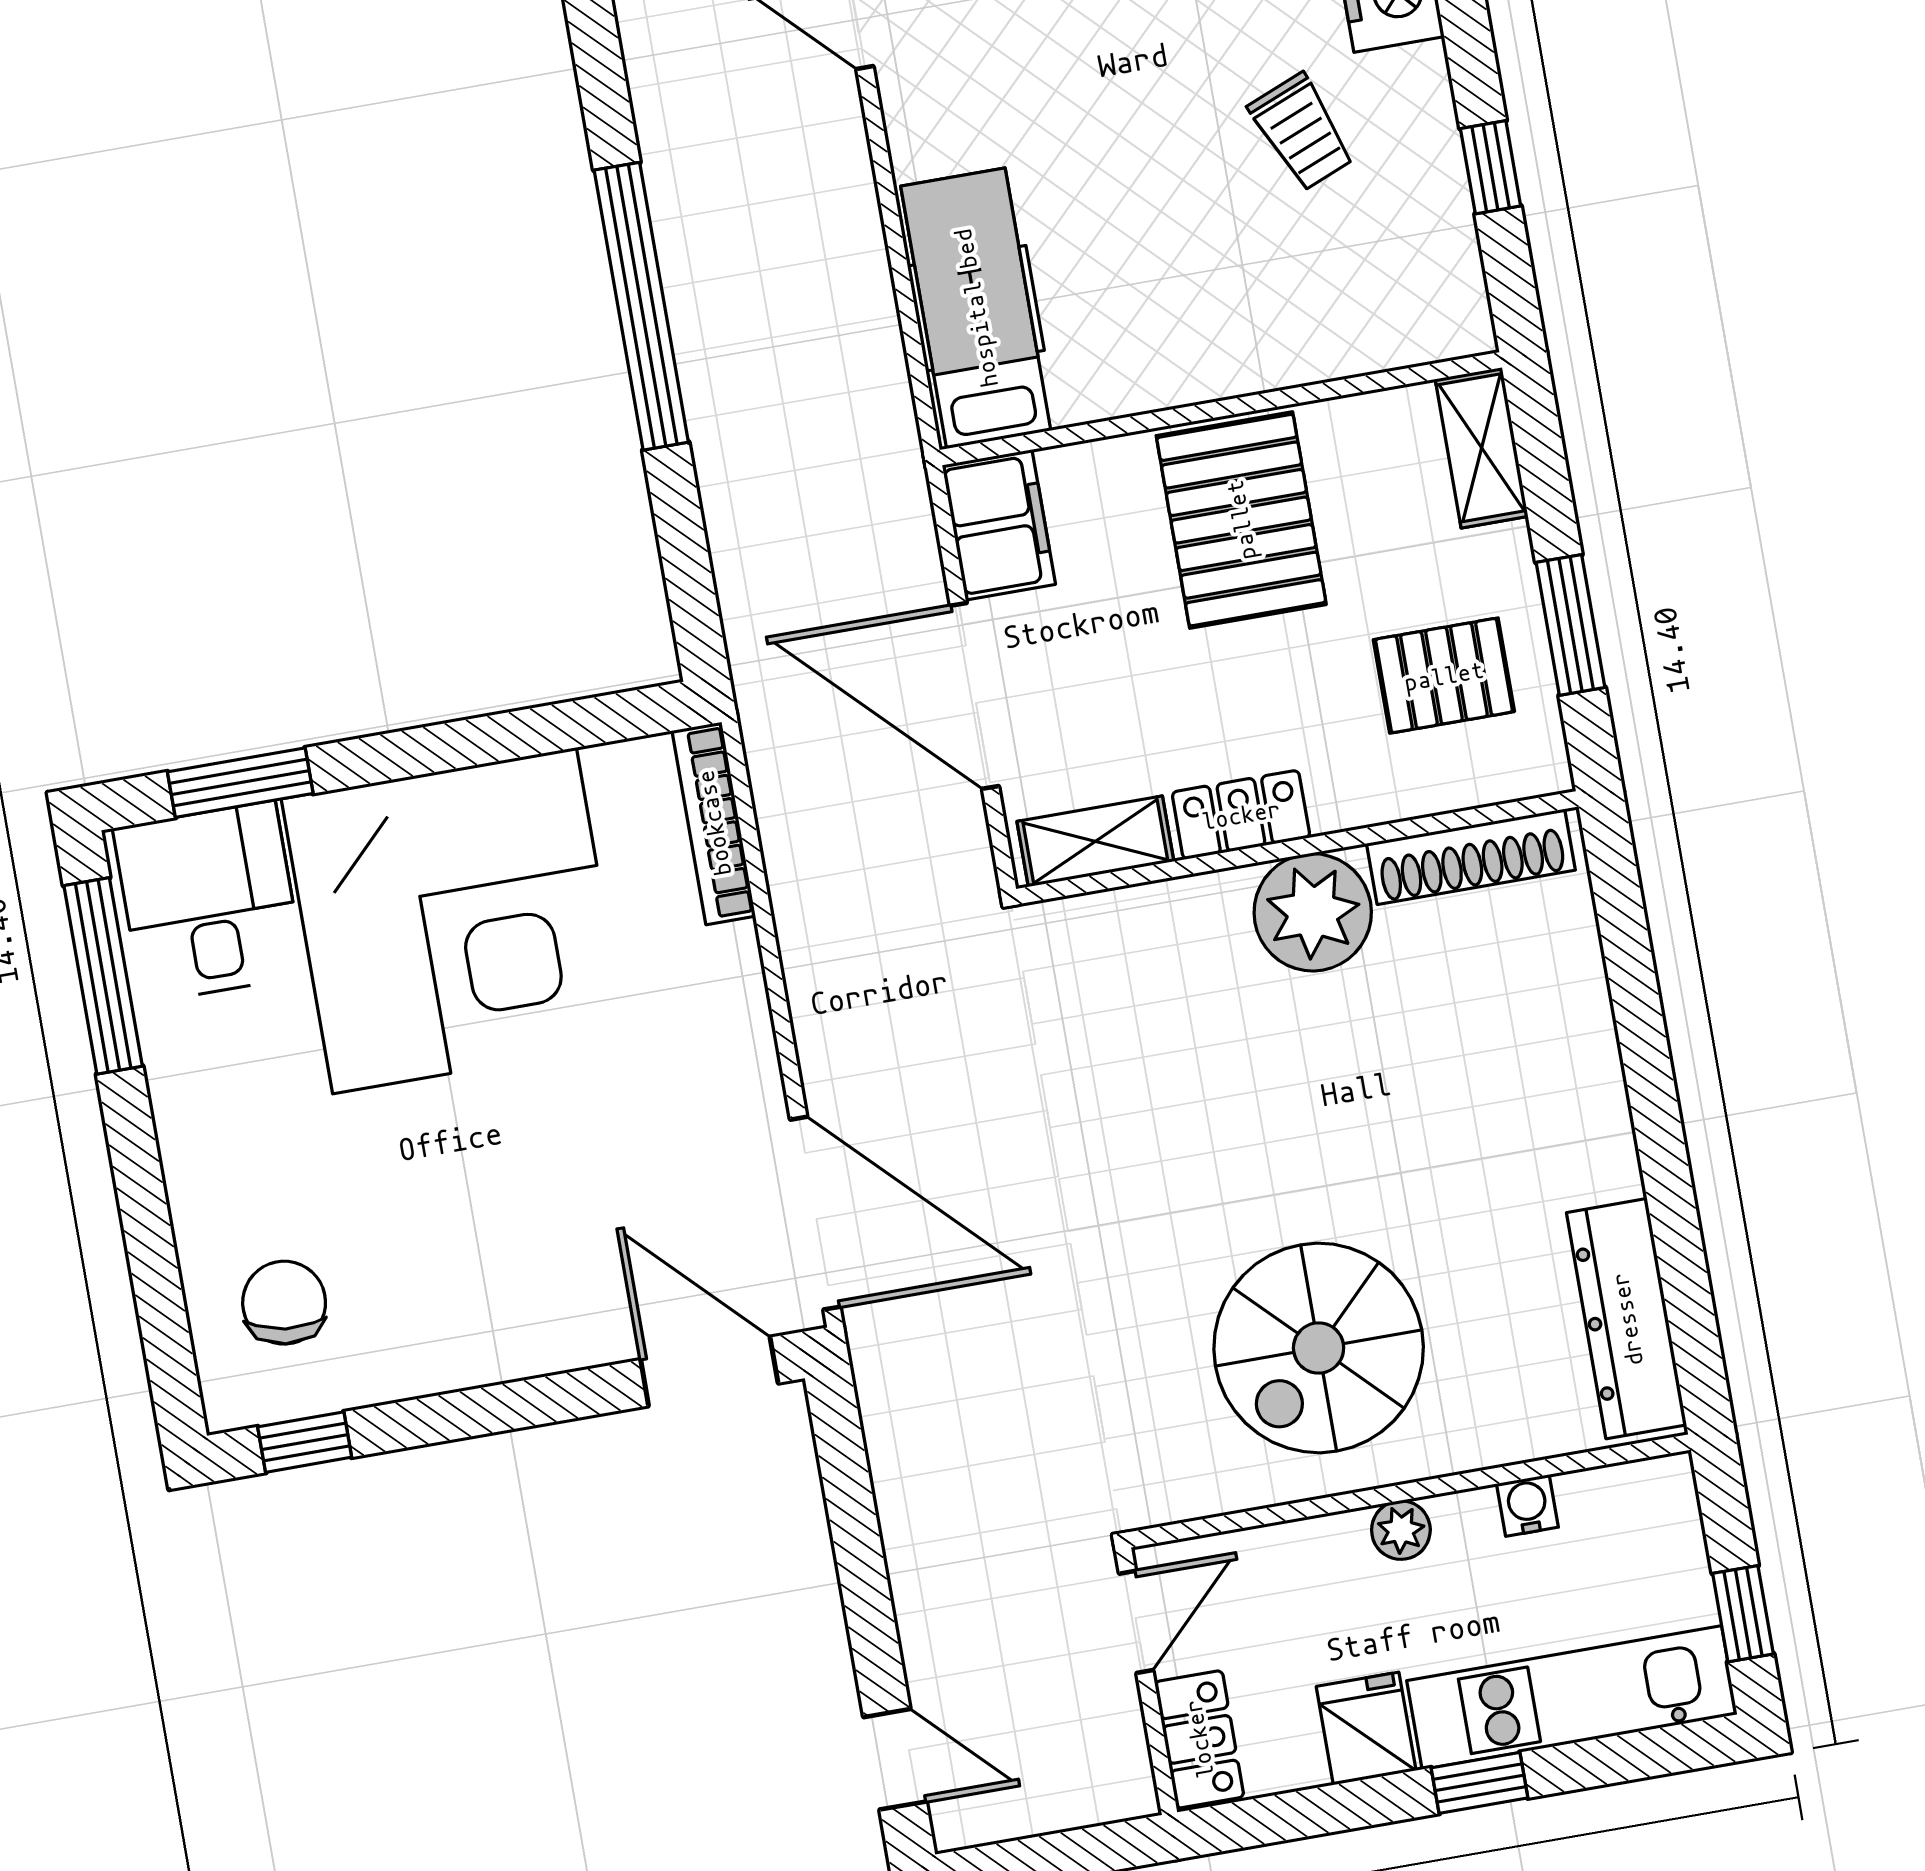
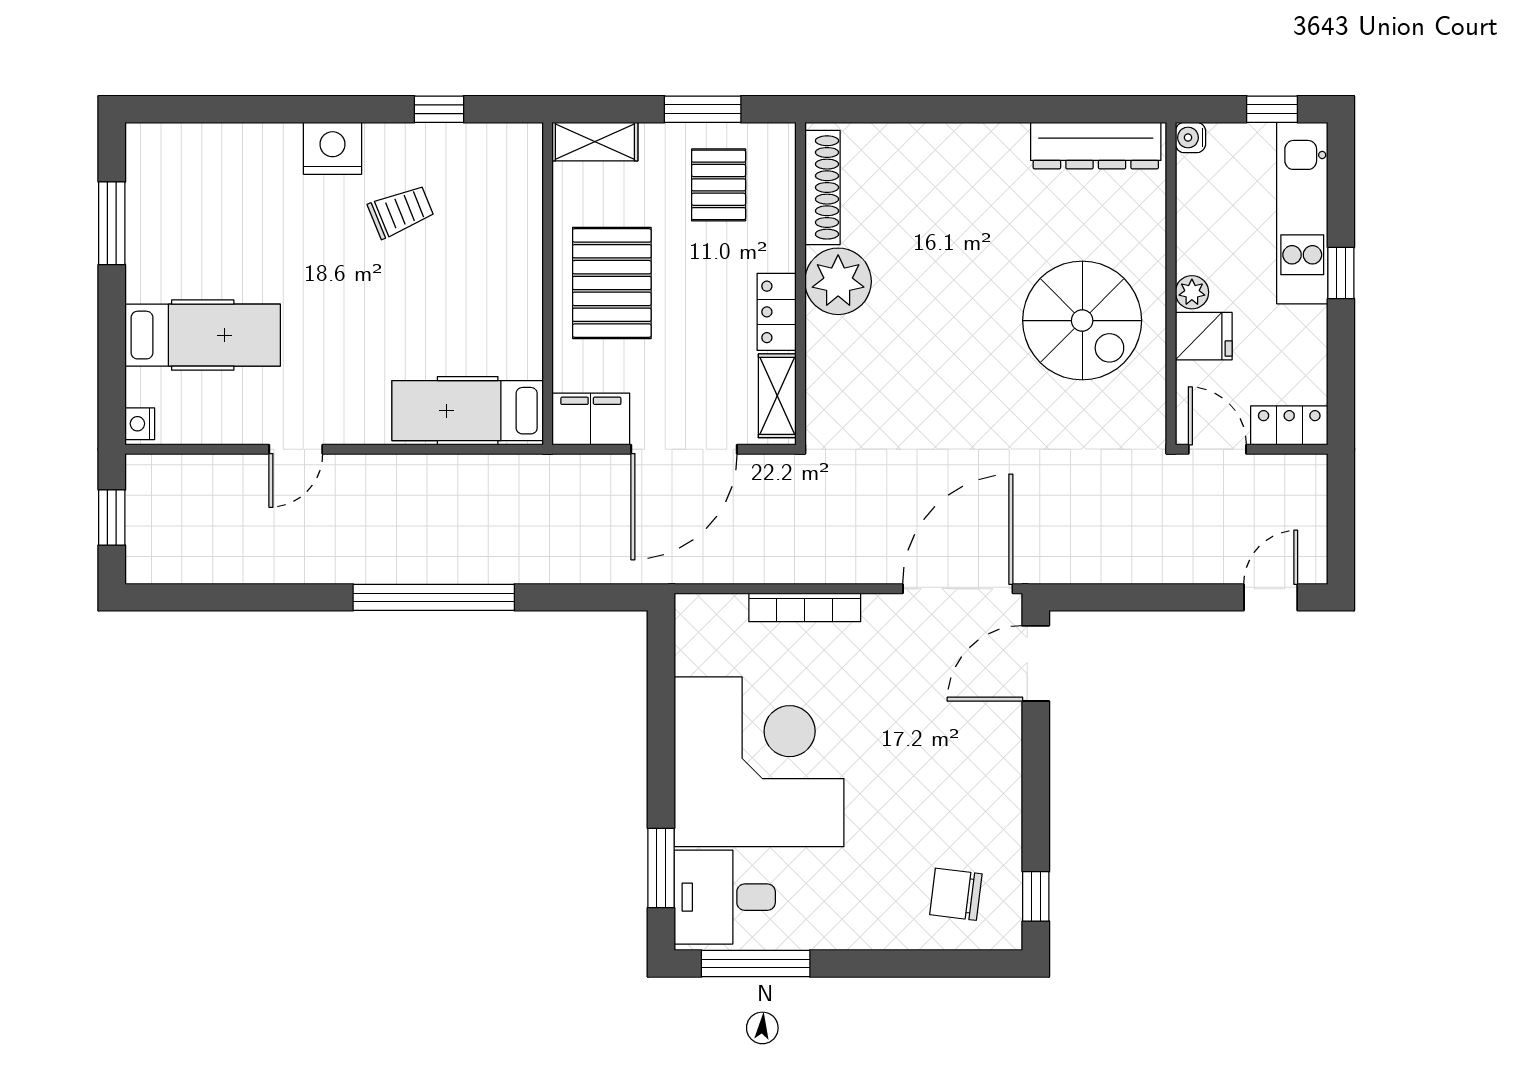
pallet: (1241, 520) -> (612, 283), turned 90
bookcase: (714, 823) -> (805, 607), moved
water cooler: (1527, 1505) -> (1190, 138), moved
fridge: (1366, 1729) -> (1204, 336), moved, turned 180

